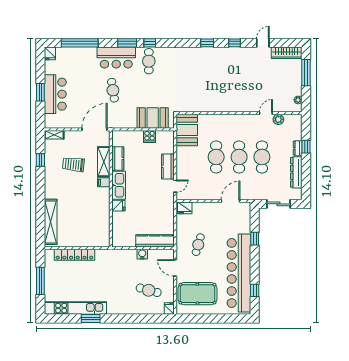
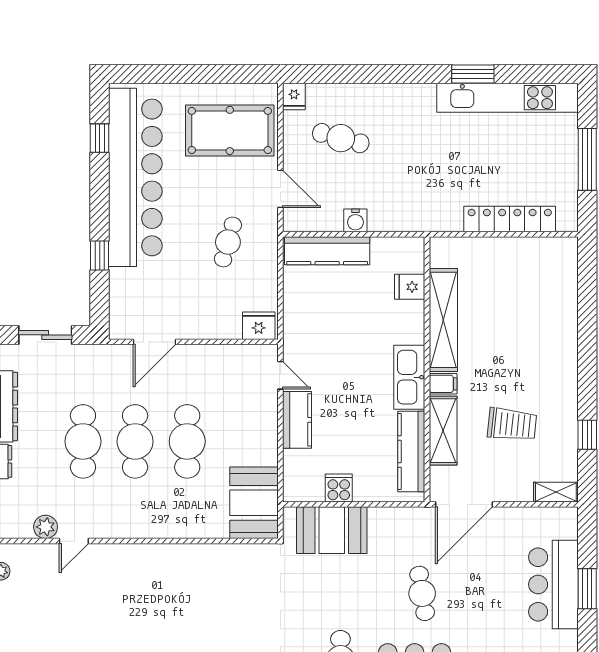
kitchen counter: (118, 158) -> (411, 452), width x1.50
door: (175, 186) -> (280, 375), swing flipped
fridge: (118, 206) -> (410, 287), moved
shelving: (51, 222) -> (443, 320), moved

